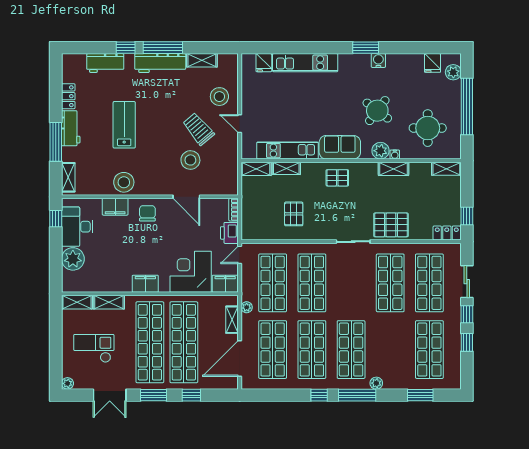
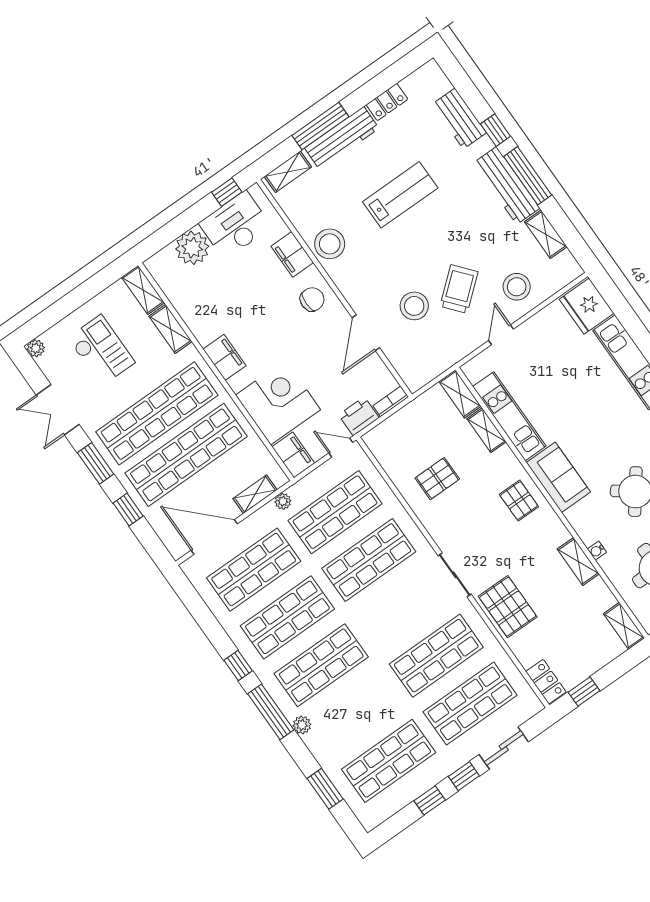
fridge: (264, 63) -> (587, 306), width x1.88, depth x1.34
workbench: (71, 128) -> (342, 138), width x1.37
plant: (380, 151) -> (589, 530), removed

